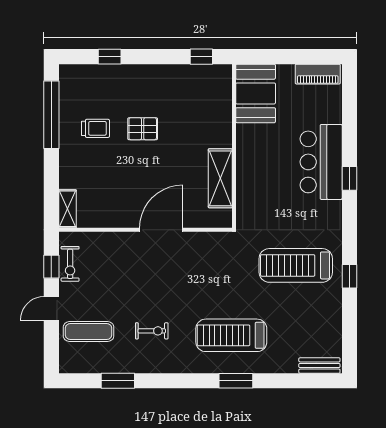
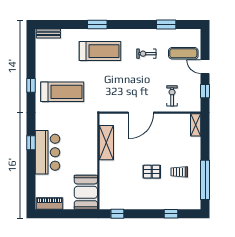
exercise bike: (70, 264) -> (172, 96), moved
door: (51, 308) -> (205, 67), swing flipped

